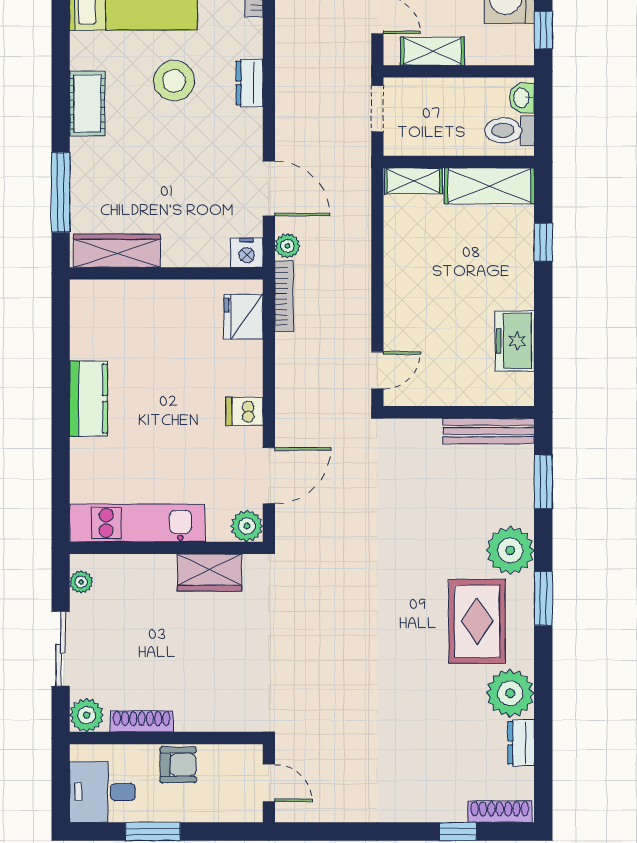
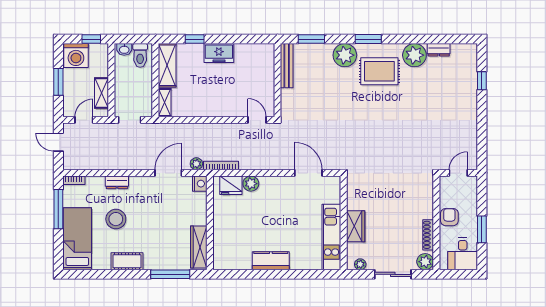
freezer: (515, 341) -> (219, 53), moved
dishwasher: (244, 411) -> (277, 185), removed
plant: (247, 526) -> (251, 184), moved
wardrobe: (209, 573) -> (356, 226), moved
shoe rack: (500, 812) -> (472, 60), removed

